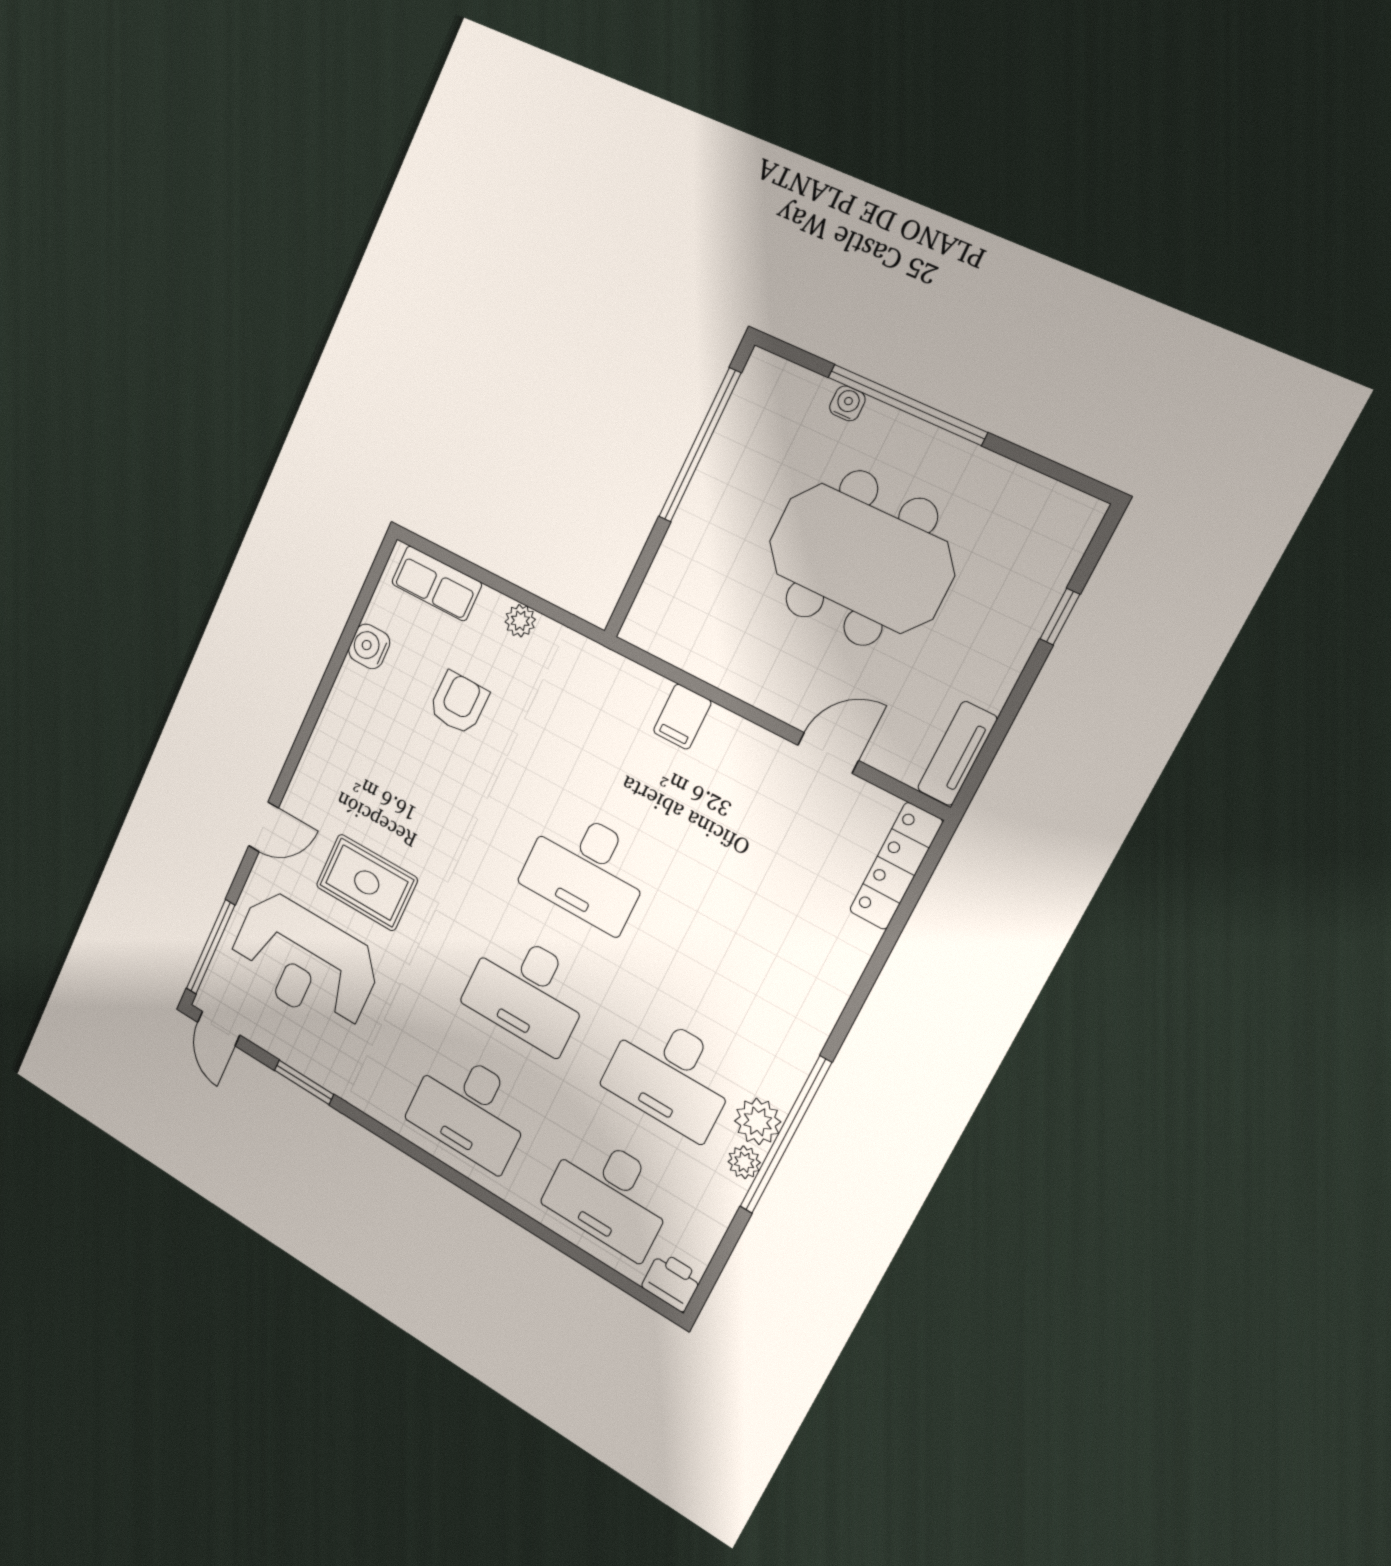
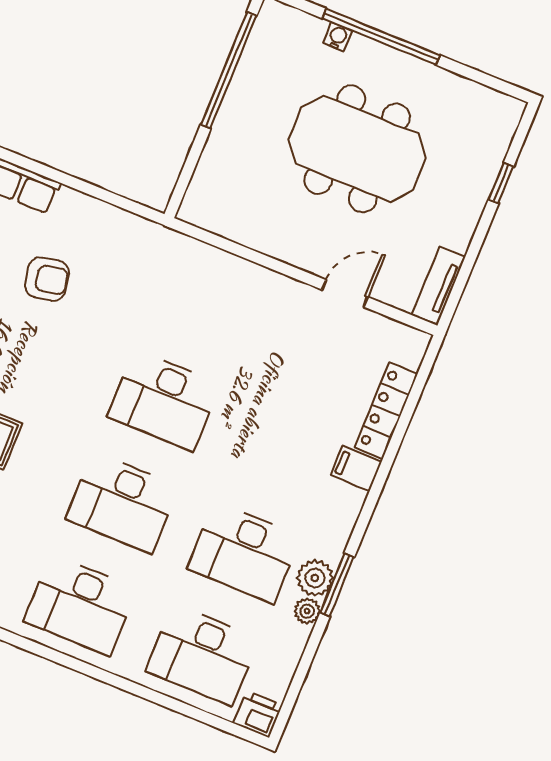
plant: (520, 621) -> (94, 211), removed
armchair: (459, 703) -> (47, 279), turned 78
filing cabinet: (682, 717) -> (356, 469), moved, turned 90
locker: (896, 866) -> (386, 411), moved
window: (786, 1135) -> (337, 585), width x0.47

